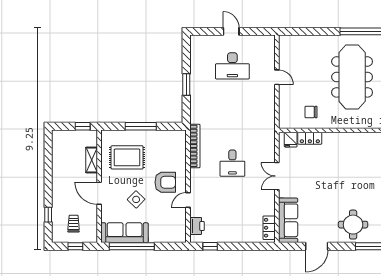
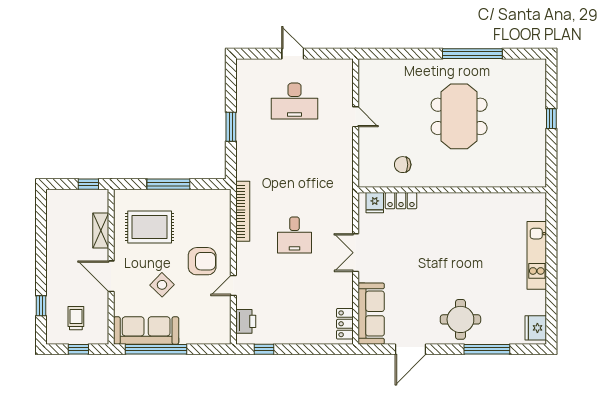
meeting table: (352, 77) -> (459, 116), width x0.73

